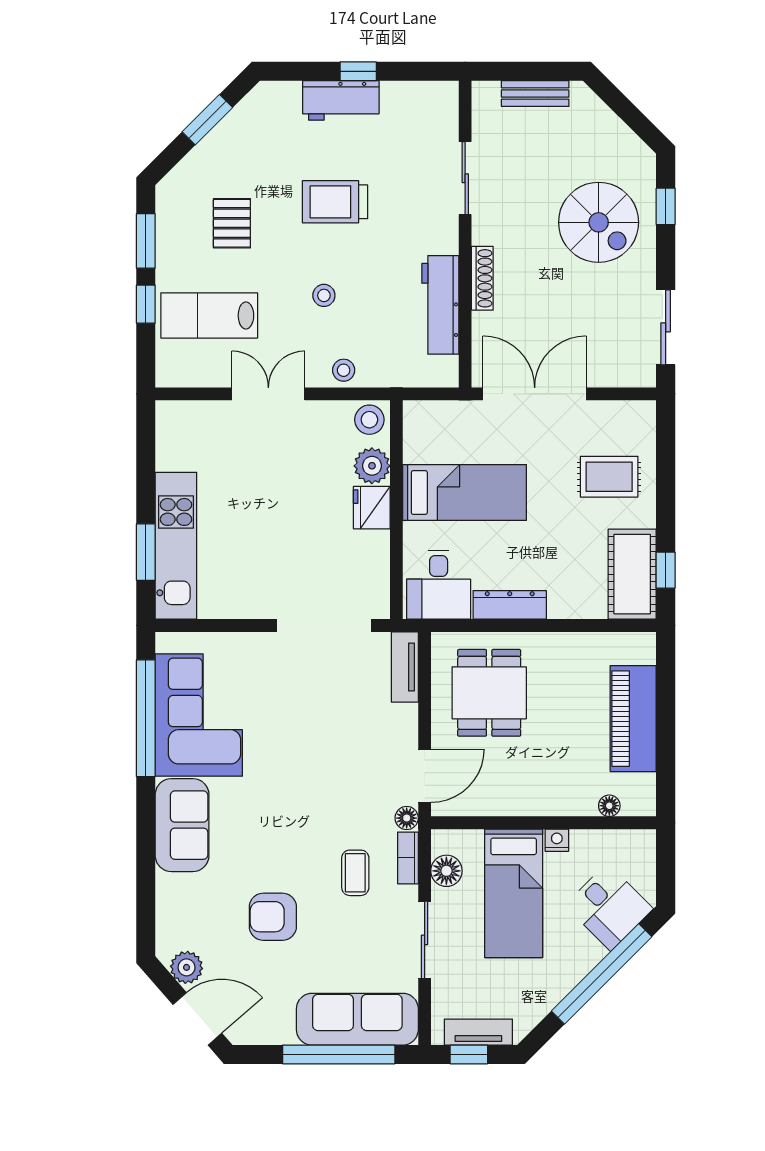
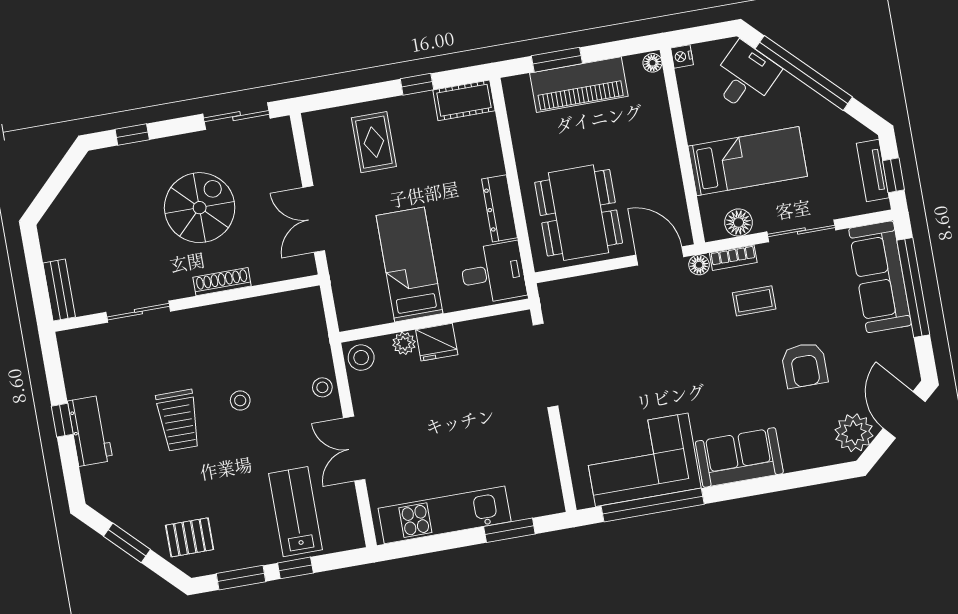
bench: (535, 94) -> (59, 290), moved
spiral stairs: (599, 222) -> (200, 208), moved
pallet: (232, 223) -> (190, 537), moved
stool: (324, 295) -> (240, 401), moved
workbench: (440, 305) -> (251, 314), removed
lab bench: (209, 315) -> (296, 512), turned 180
double door: (535, 394) -> (314, 219), width x0.73
plant: (372, 466) -> (404, 343), width x0.73, depth x0.73
kitchen unit: (176, 546) -> (445, 515), moved
window: (666, 570) -> (417, 84), moved
cot: (632, 574) -> (464, 100), width x0.73, depth x0.75
tv unit: (405, 667) -> (569, 289), removed
dining table: (489, 693) -> (579, 213), width x1.38
window: (666, 699) -> (557, 60), added
floor lamp: (609, 806) -> (652, 63), moved
nightstand: (557, 840) -> (682, 56), moved
plant: (187, 967) -> (854, 433), width x1.36, depth x1.36

